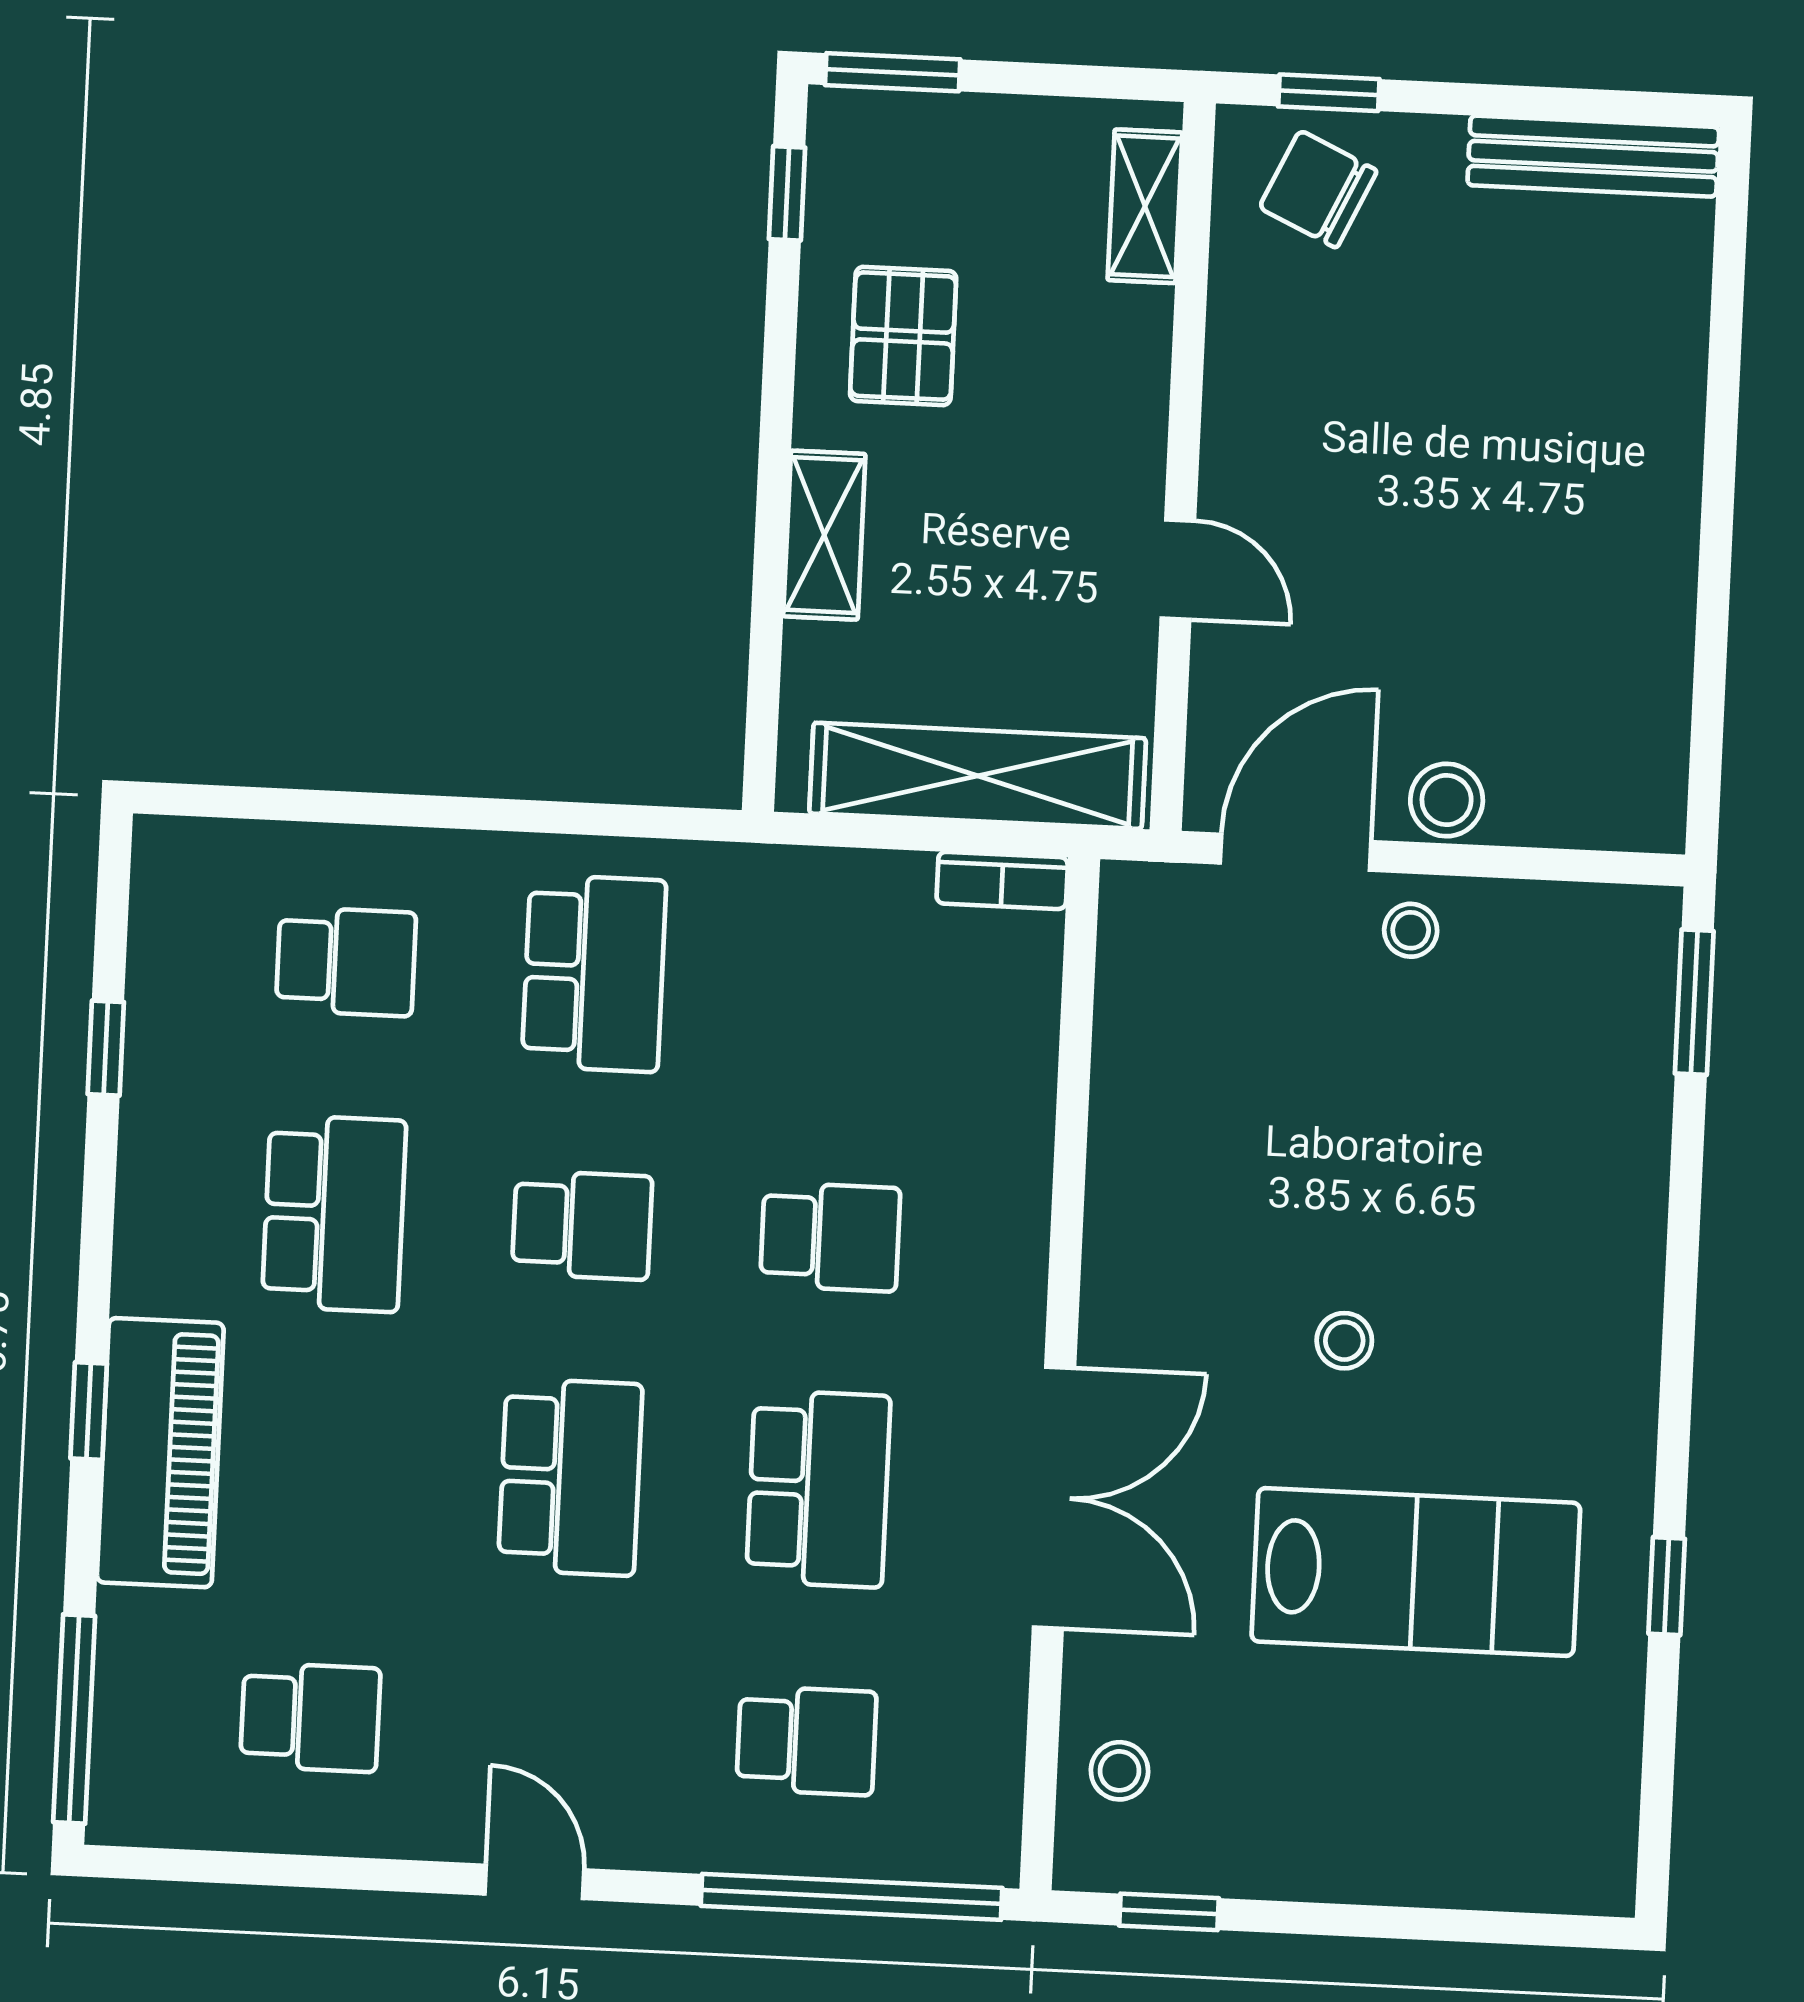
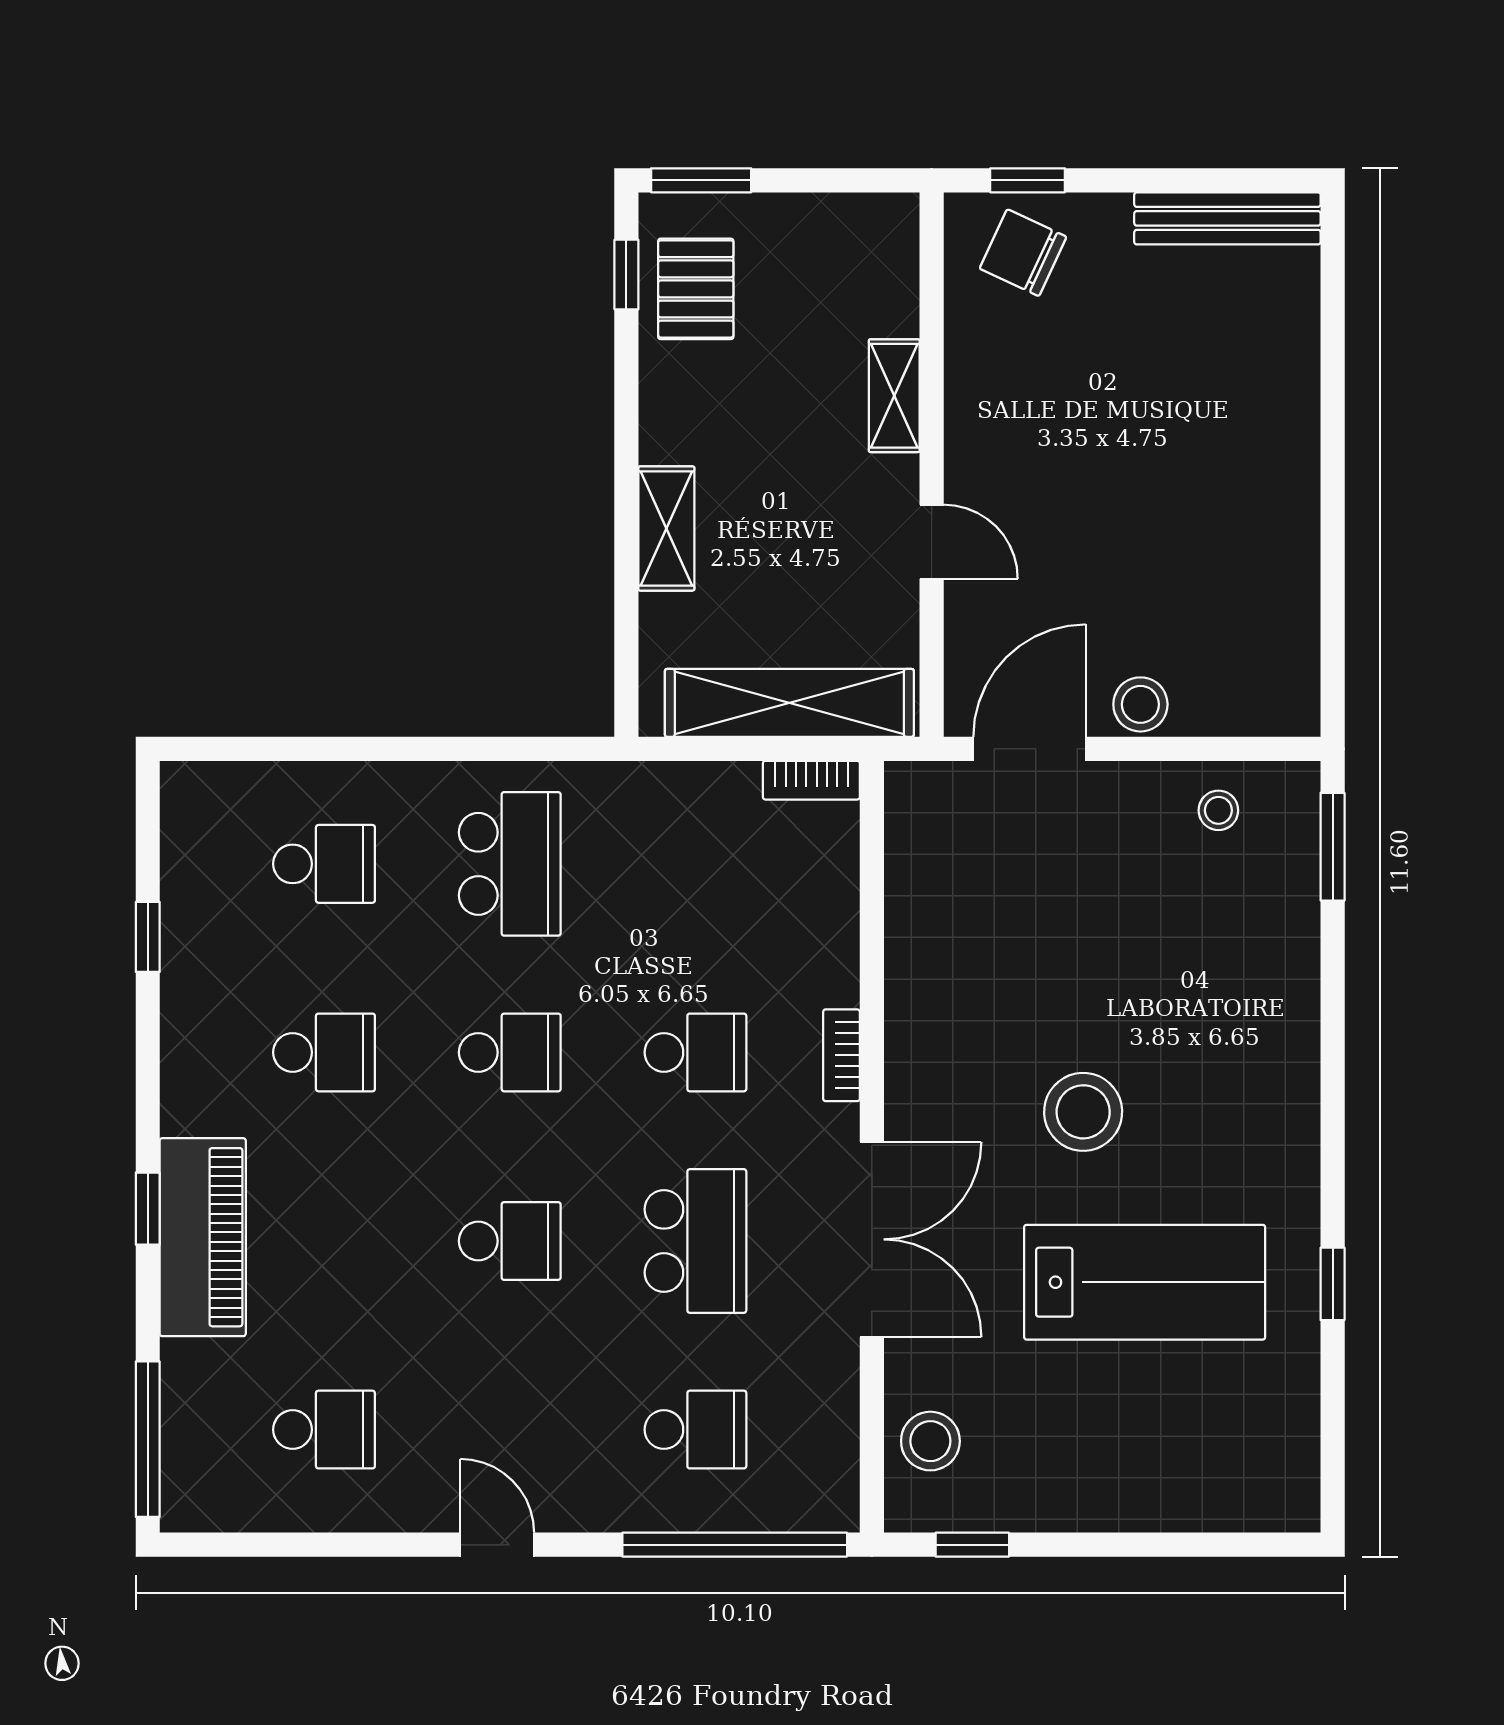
shelving: (1145, 206) -> (894, 396), moved
pallet: (903, 336) -> (696, 289), moved
stool: (1411, 930) -> (1218, 810), moved
school desk: (334, 1213) -> (324, 1052), width x0.54
bookcase: (1025, 1250) -> (841, 1055), added
stool: (1344, 1341) -> (1083, 1112), width x1.89, depth x1.89
school desk: (570, 1477) -> (510, 1241), width x0.54
stool: (1120, 1771) -> (930, 1441), width x1.37, depth x1.37

